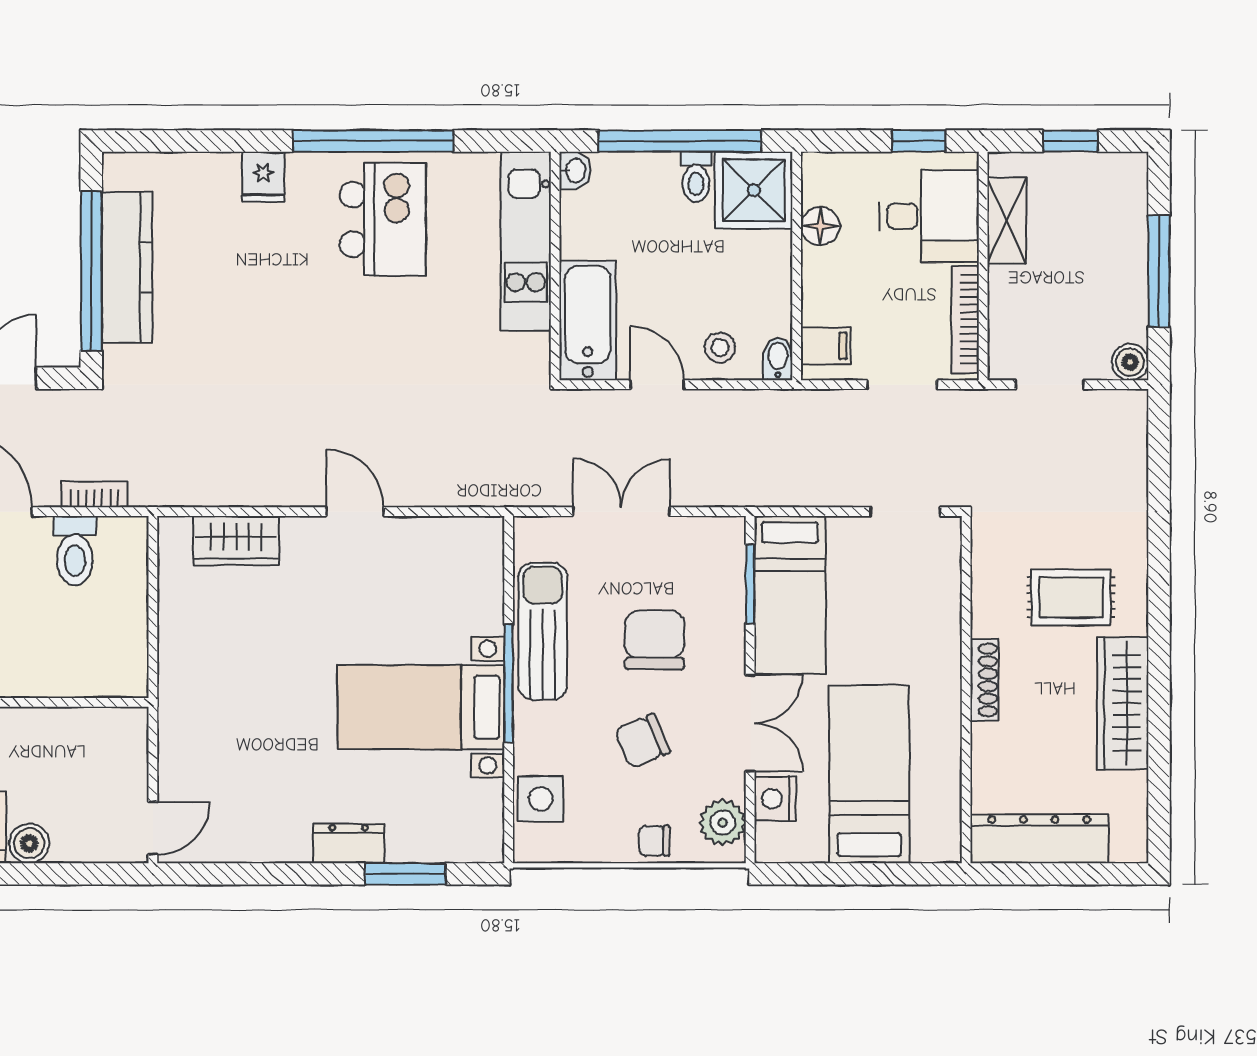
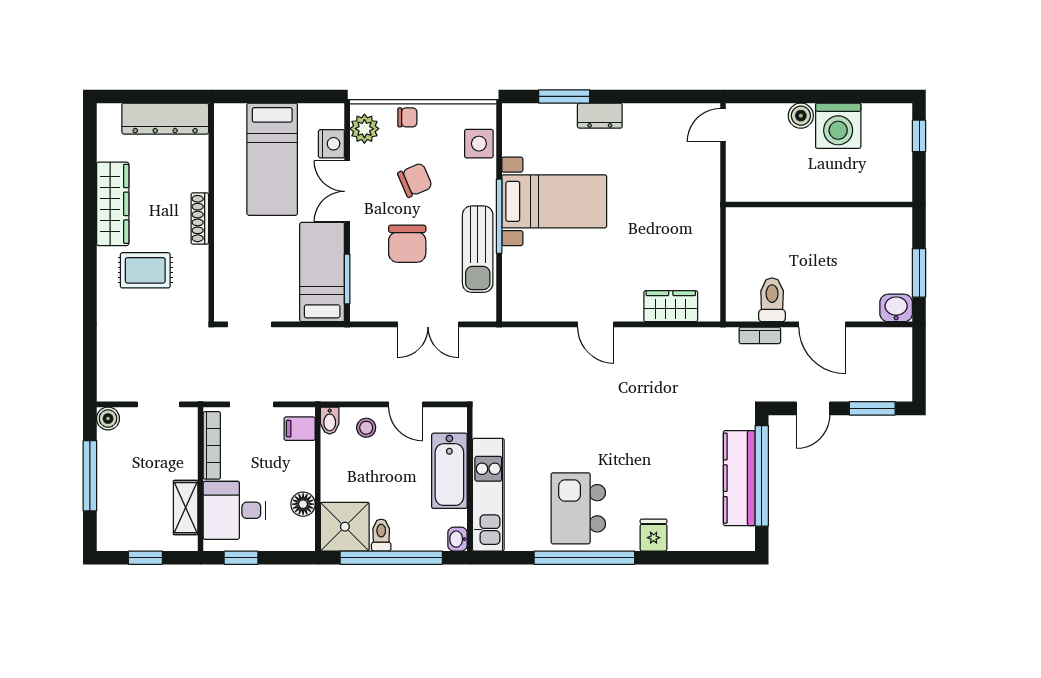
bathtub: (588, 320) -> (449, 471), moved

